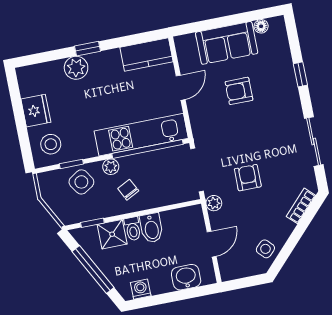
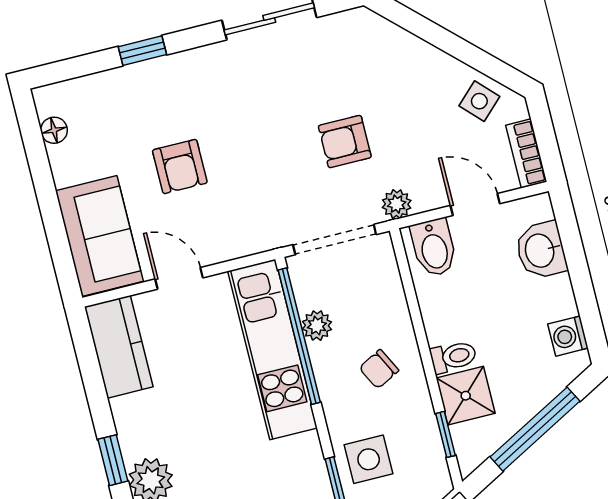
sofa: (227, 43) -> (99, 236), moved
plant: (111, 167) -> (317, 326), moved
side table: (81, 182) -> (369, 459), turned 33
bookcase: (301, 206) -> (526, 153), moved, turned 46
bidet: (151, 228) -> (434, 248), moved, turned 90

